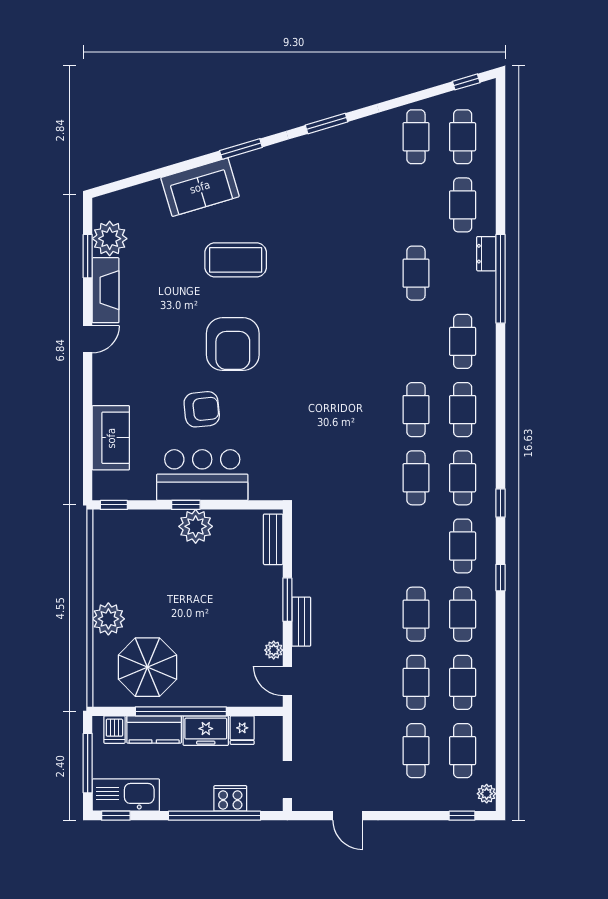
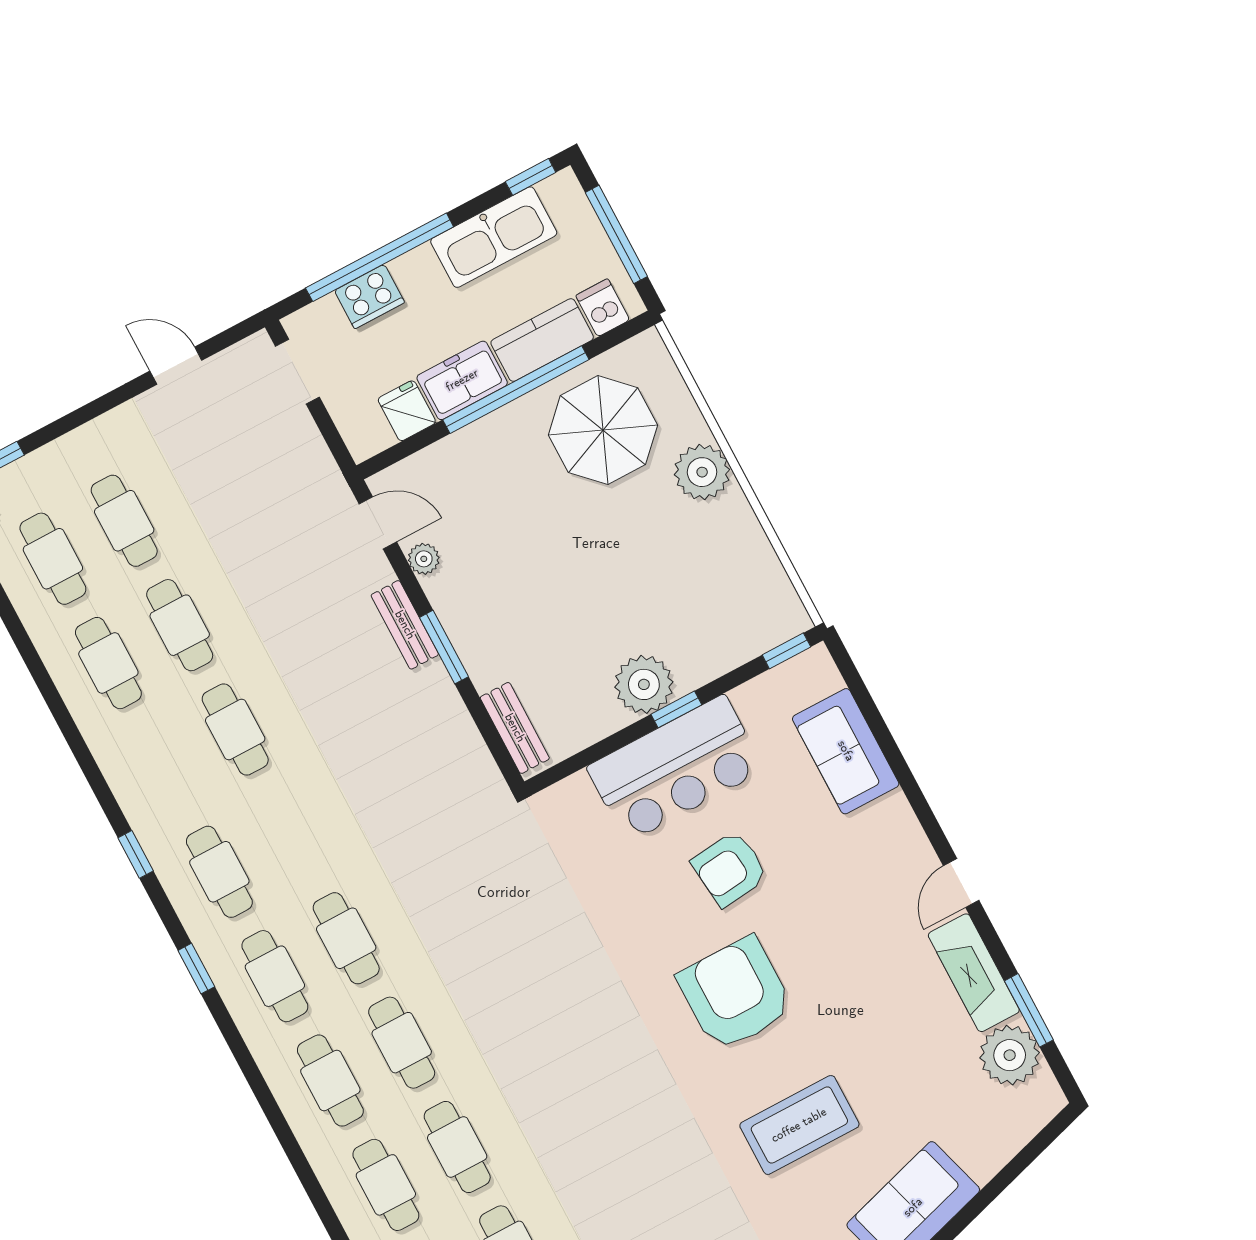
cafe table: (463, 614) -> (457, 1147), moved
kitchen sink: (126, 795) -> (494, 237), moved

